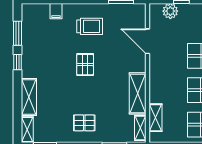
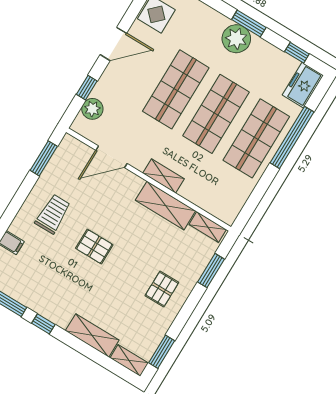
shelving: (155, 118) -> (164, 176), moved

